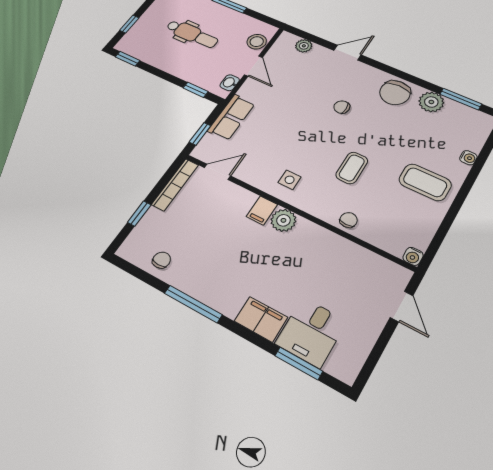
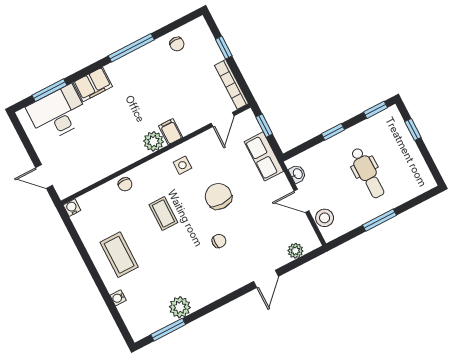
dental chair: (192, 34) -> (367, 173), turned -90
window: (196, 90) -> (333, 132), moved
chair: (395, 93) -> (218, 196), moved
coffee table: (425, 182) -> (119, 255), turned 90
desk: (311, 332) -> (58, 113), width x1.37

